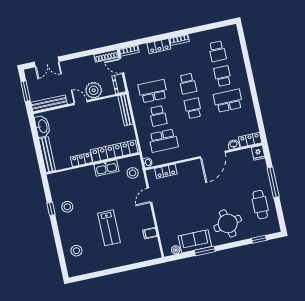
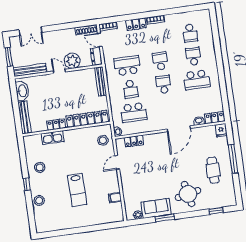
school desk: (188, 84) -> (160, 61), turned 180
school desk: (228, 101) -> (197, 80), turned 180
kitchen sink: (106, 168) -> (53, 138), moved
cafe table: (260, 205) -> (213, 170), moved
window: (51, 209) -> (27, 184), moved
stool: (76, 251) -> (39, 200), moved

